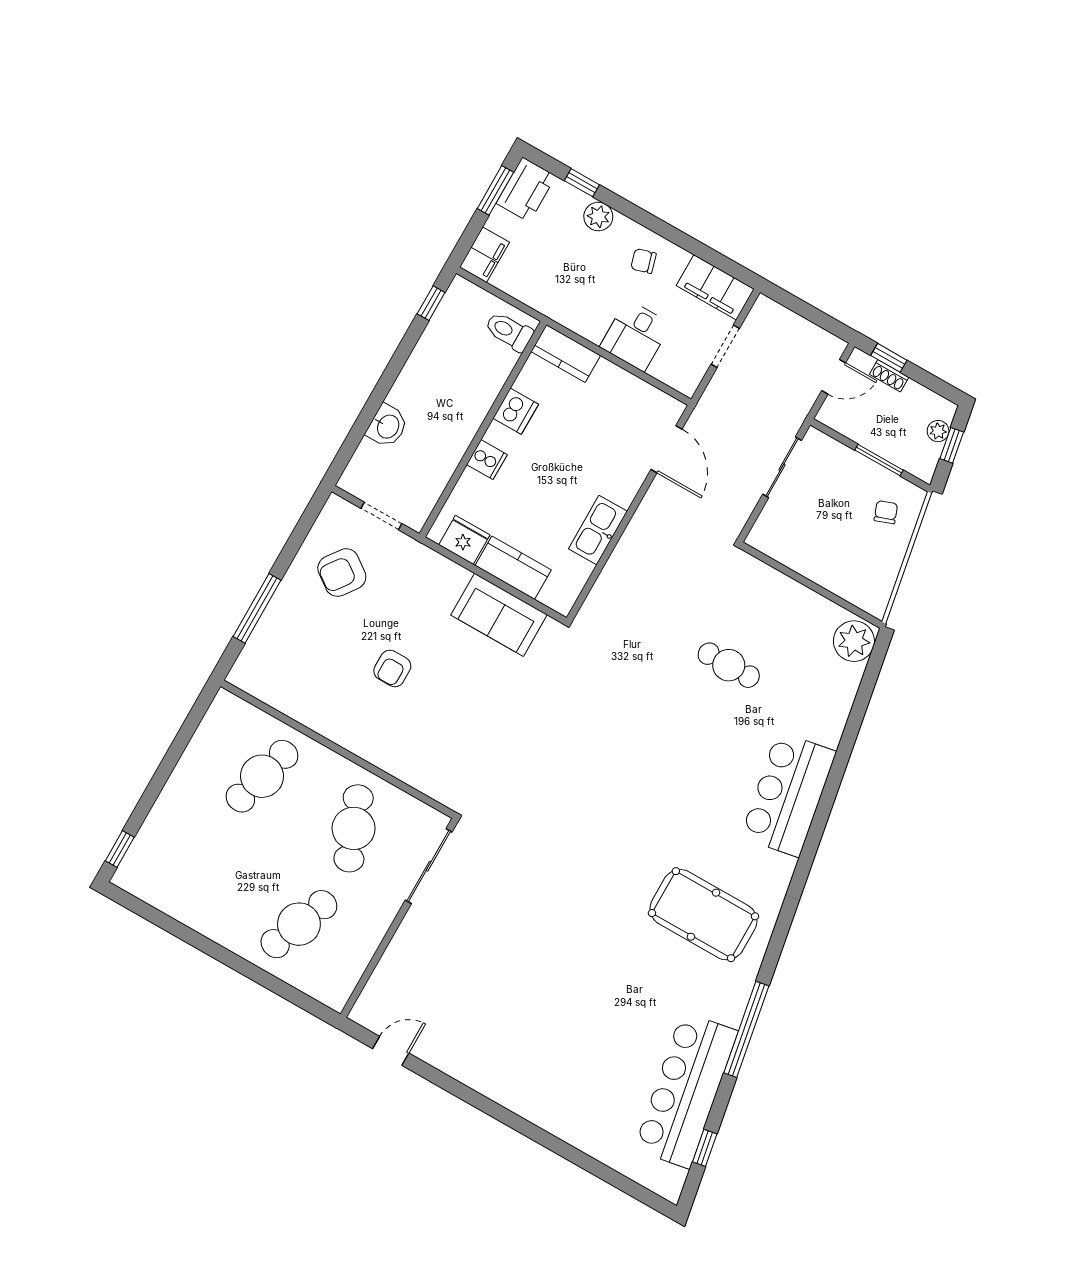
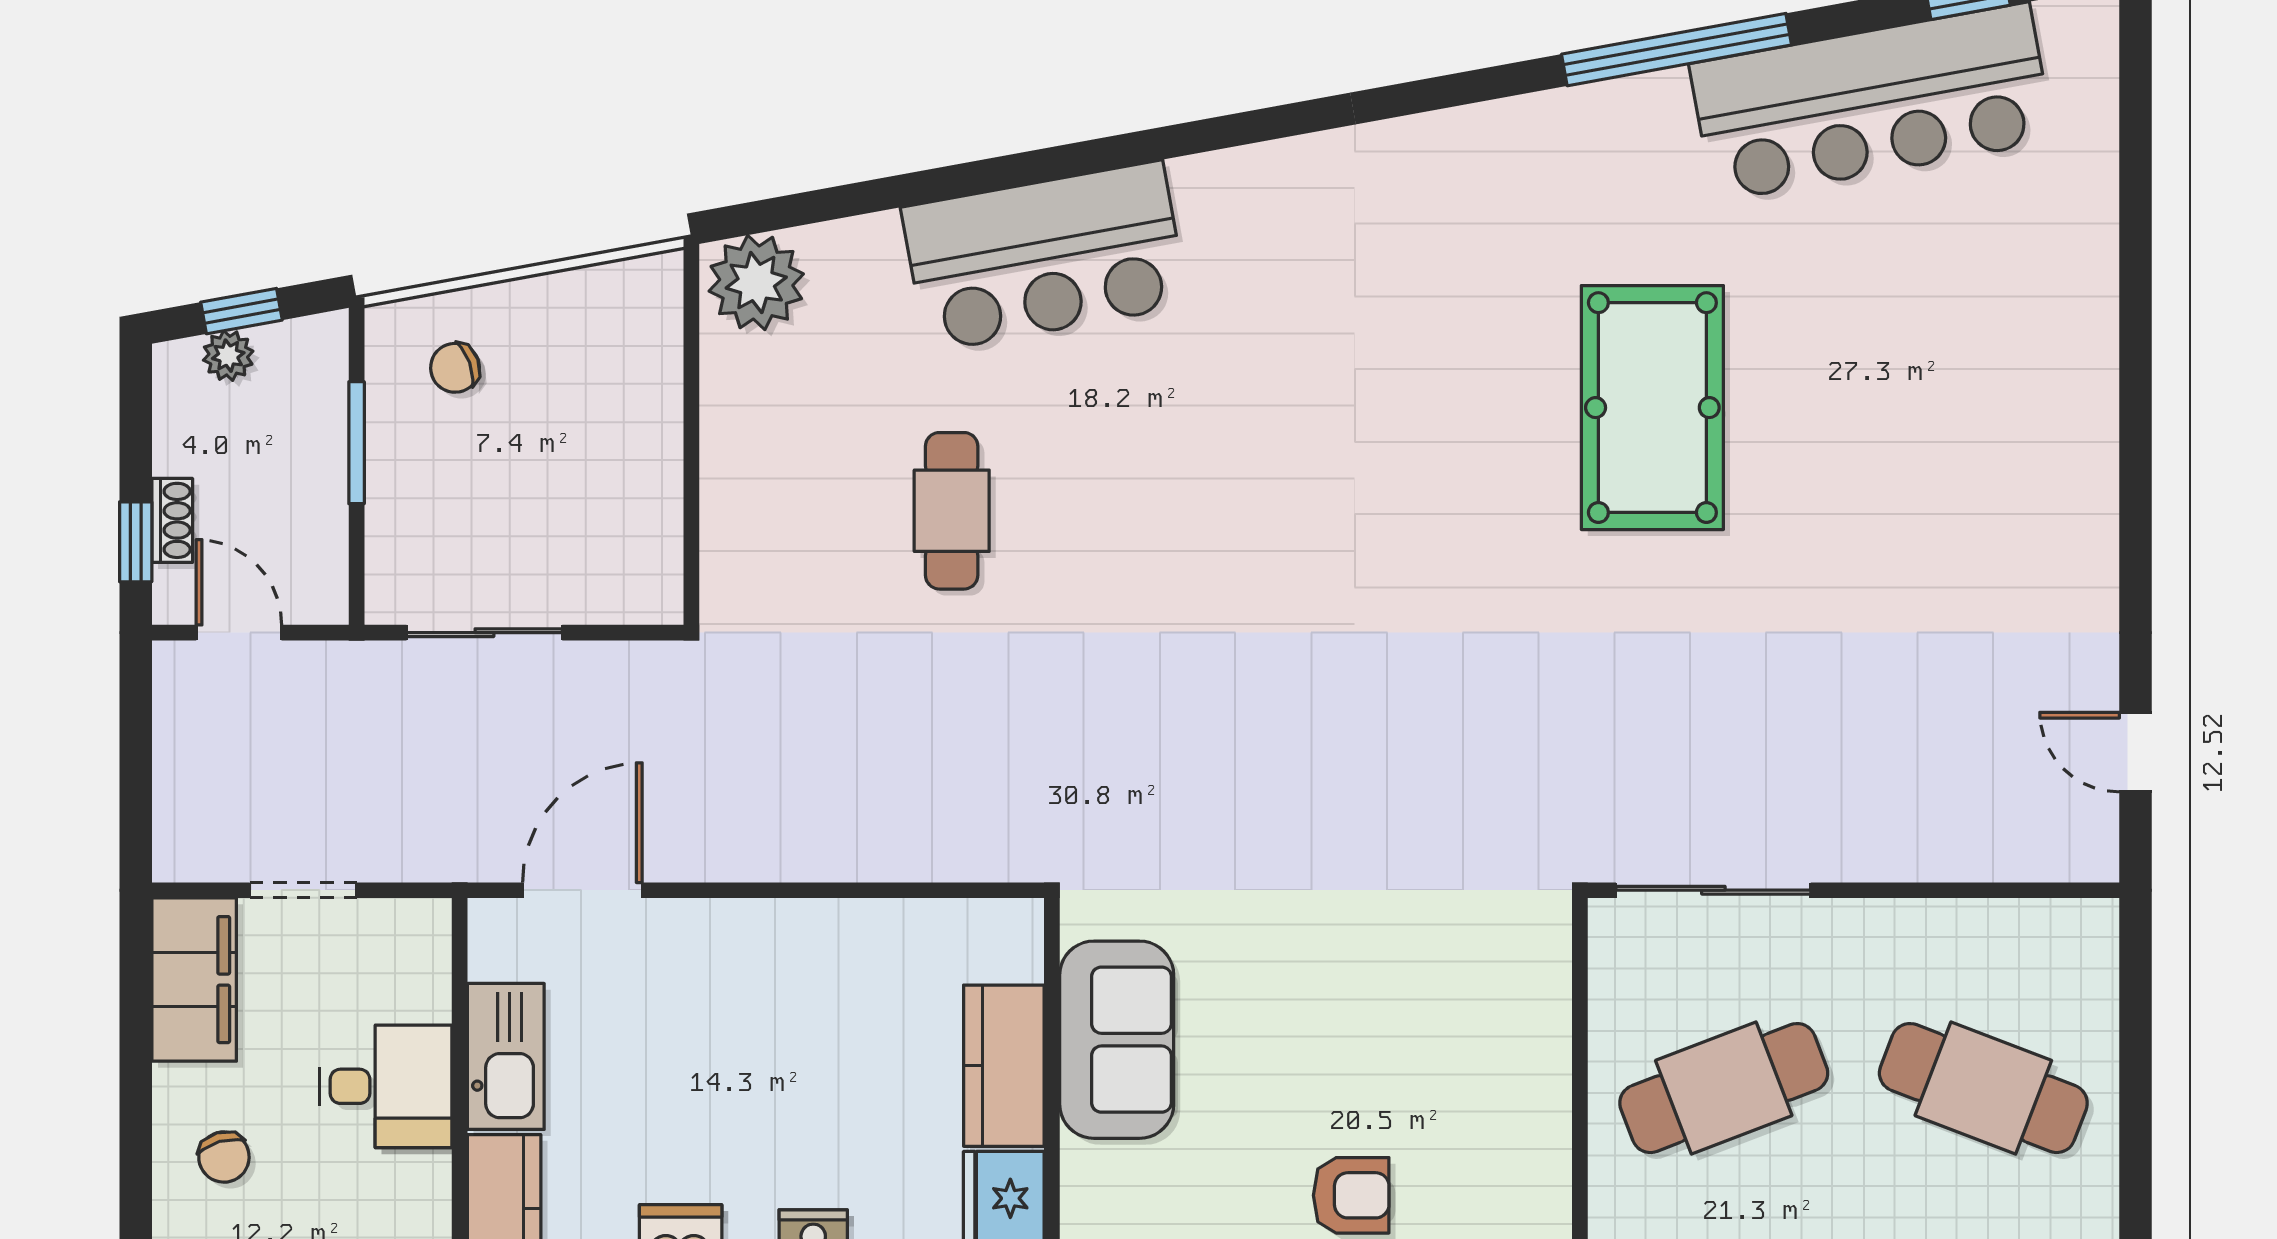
kitchen sink: (598, 530) -> (506, 1056), moved, turned -90
bar counter: (788, 794) -> (1045, 256), moved
pool table: (703, 915) -> (1652, 408), moved

